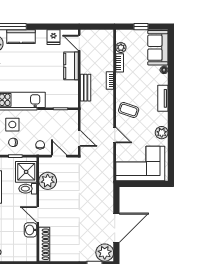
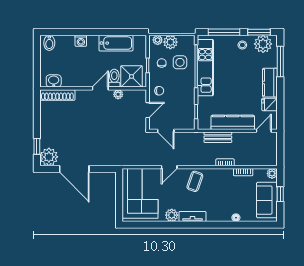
kitchen counter: (21, 37) -> (270, 83), moved
plant: (121, 48) -> (272, 173), moved
sofa: (158, 48) -> (267, 200), moved, turned -90
kitchen counter: (71, 66) -> (233, 122), width x1.50
tv unit: (163, 98) -> (192, 216), moved
door: (79, 138) -> (166, 131), hinge flipped
plant: (48, 181) -> (118, 94), width x0.53, depth x0.53
door: (38, 215) -> (100, 88), moved
washbasin: (31, 230) -> (54, 81), moved

